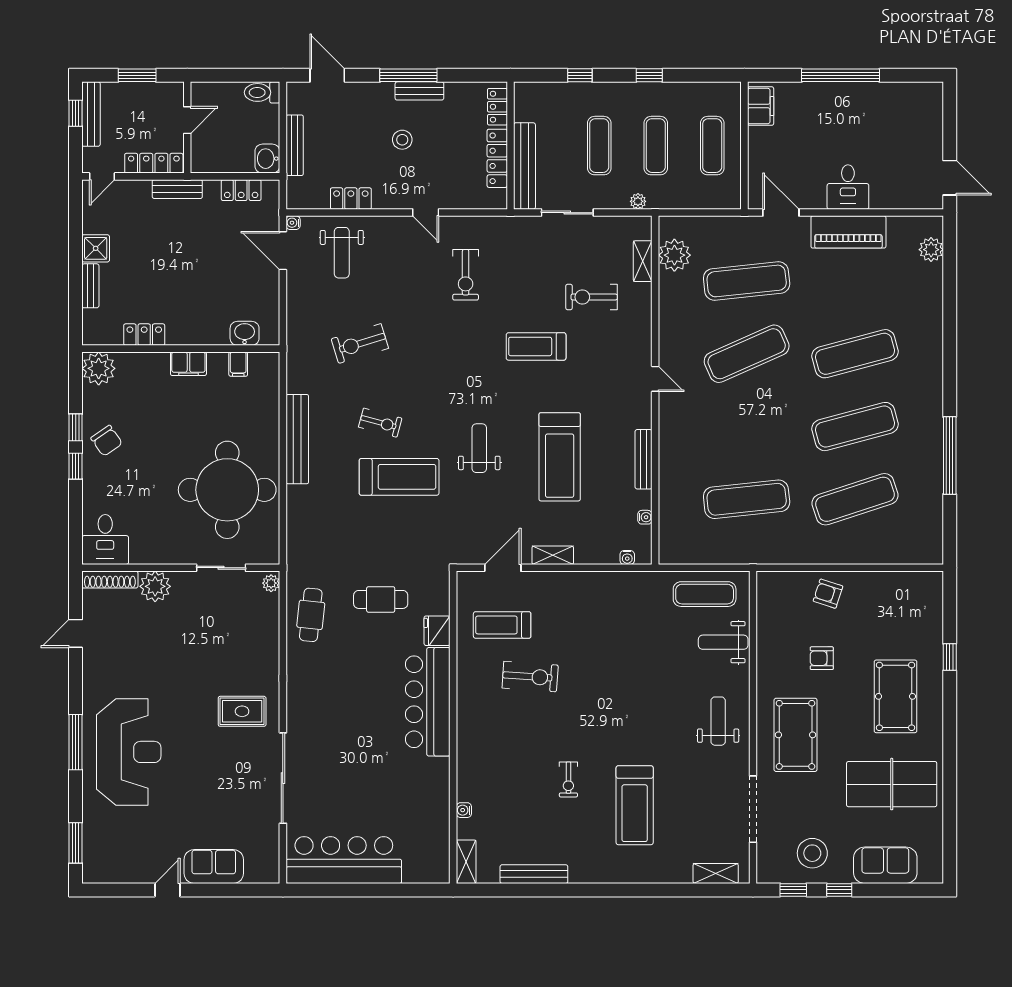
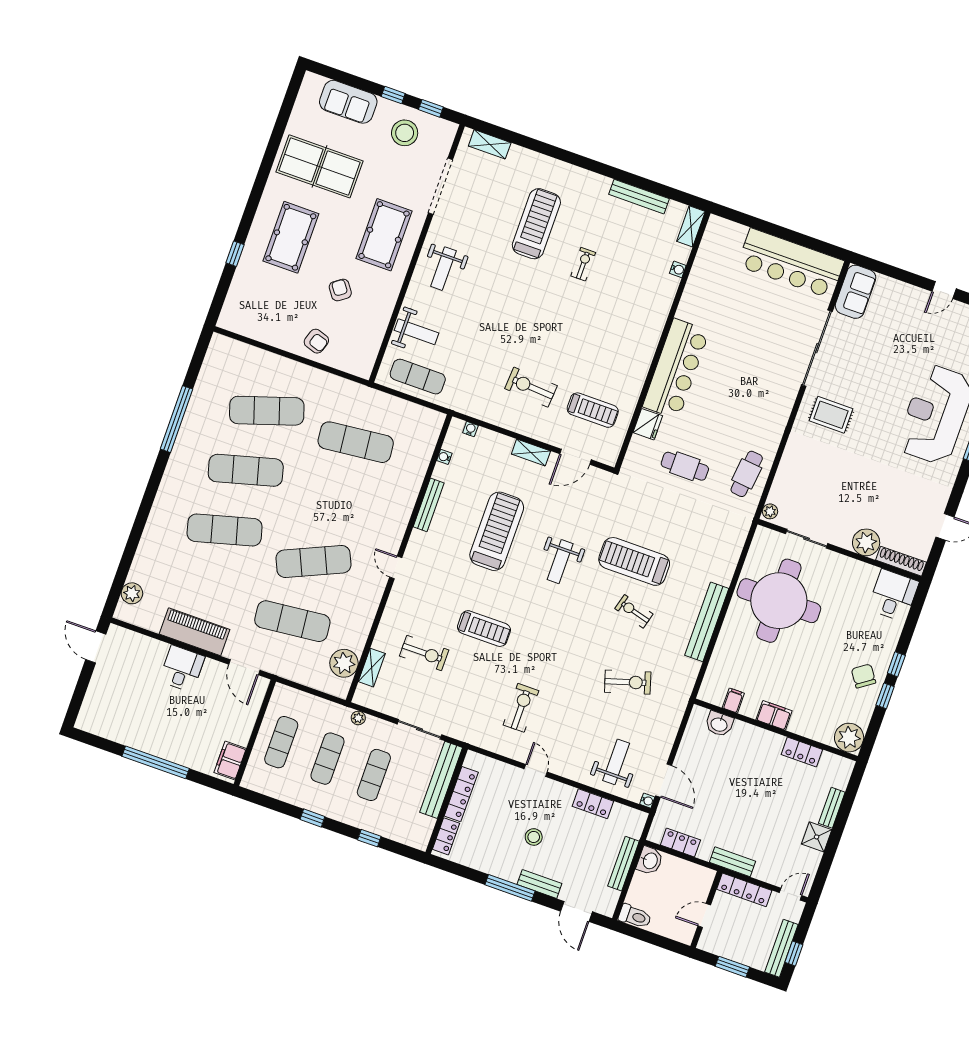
bench: (419, 91) -> (539, 884), moved
armchair: (822, 658) -> (340, 290), turned -126
exercise bike: (530, 677) -> (531, 387), moved
sofa: (214, 866) -> (856, 292), moved, turned -90

